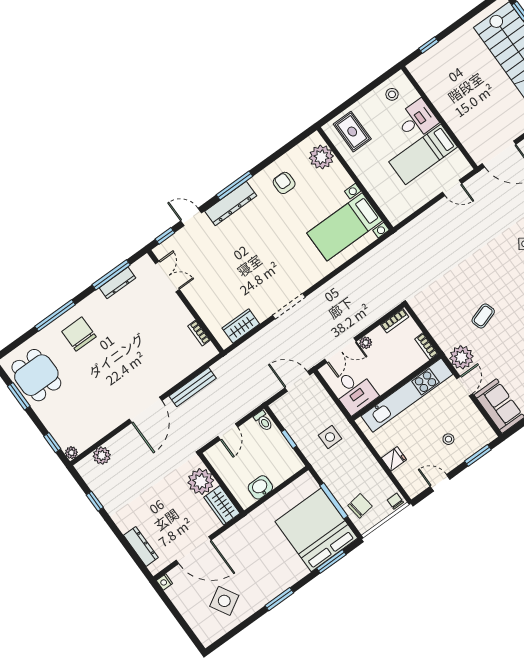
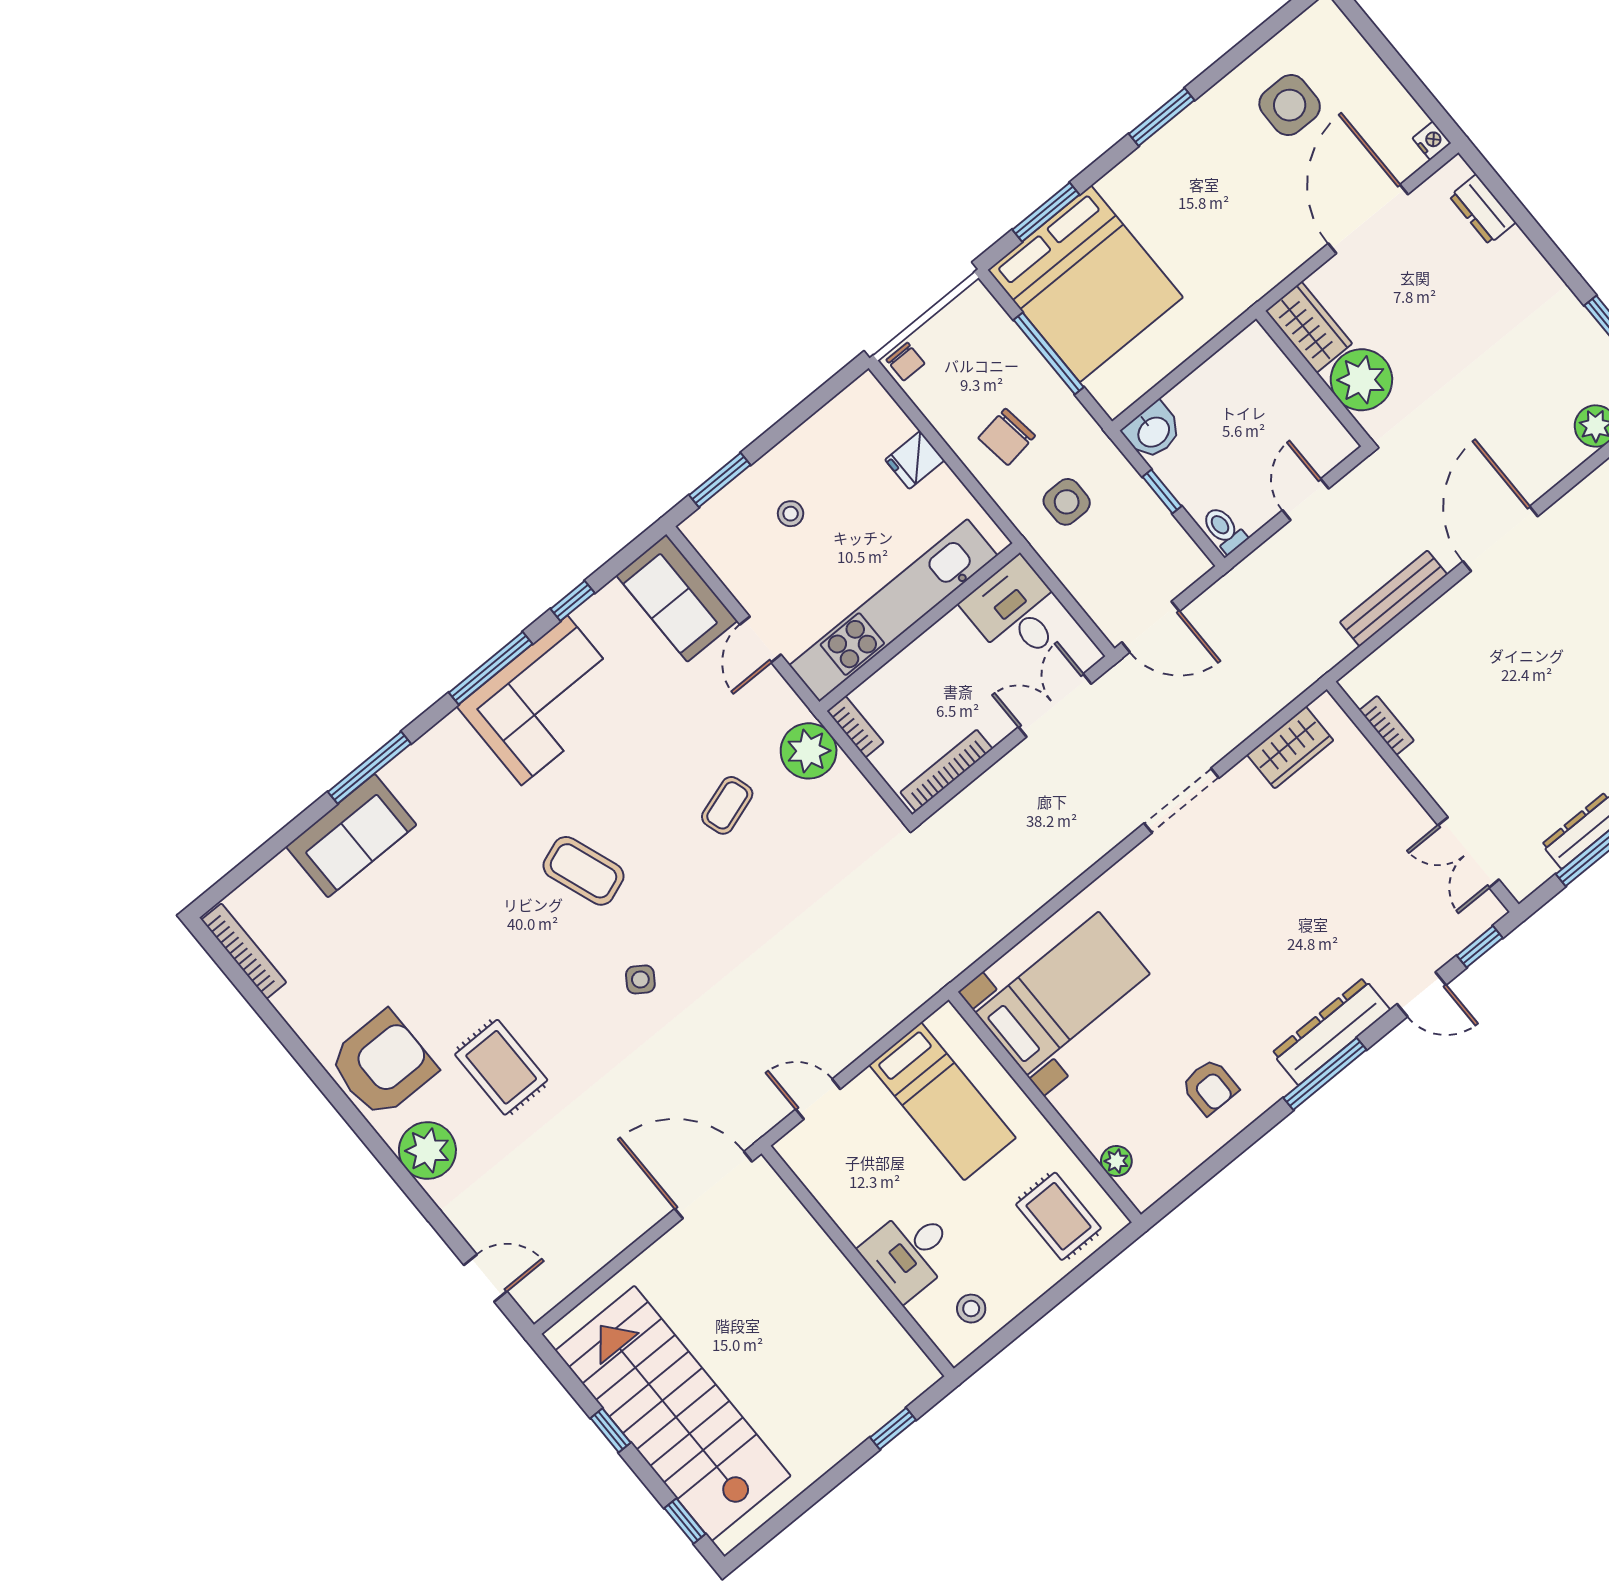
bed: (423, 154) -> (943, 1101), moved, turned 90
plant: (321, 157) -> (1116, 1161), width x0.53, depth x0.53
bookcase: (395, 321) -> (946, 771), width x1.56
plant: (366, 343) -> (997, 726), removed
plant: (462, 357) -> (809, 751), moved
door: (440, 483) -> (804, 411), removed
washbasin: (260, 487) -> (1153, 431), moved
chair: (360, 506) -> (1007, 437), moved
dresser: (141, 546) -> (1483, 209), width x0.70
door: (194, 550) -> (1368, 219), hinge flipped
side table: (224, 601) -> (1290, 105), turned 30

